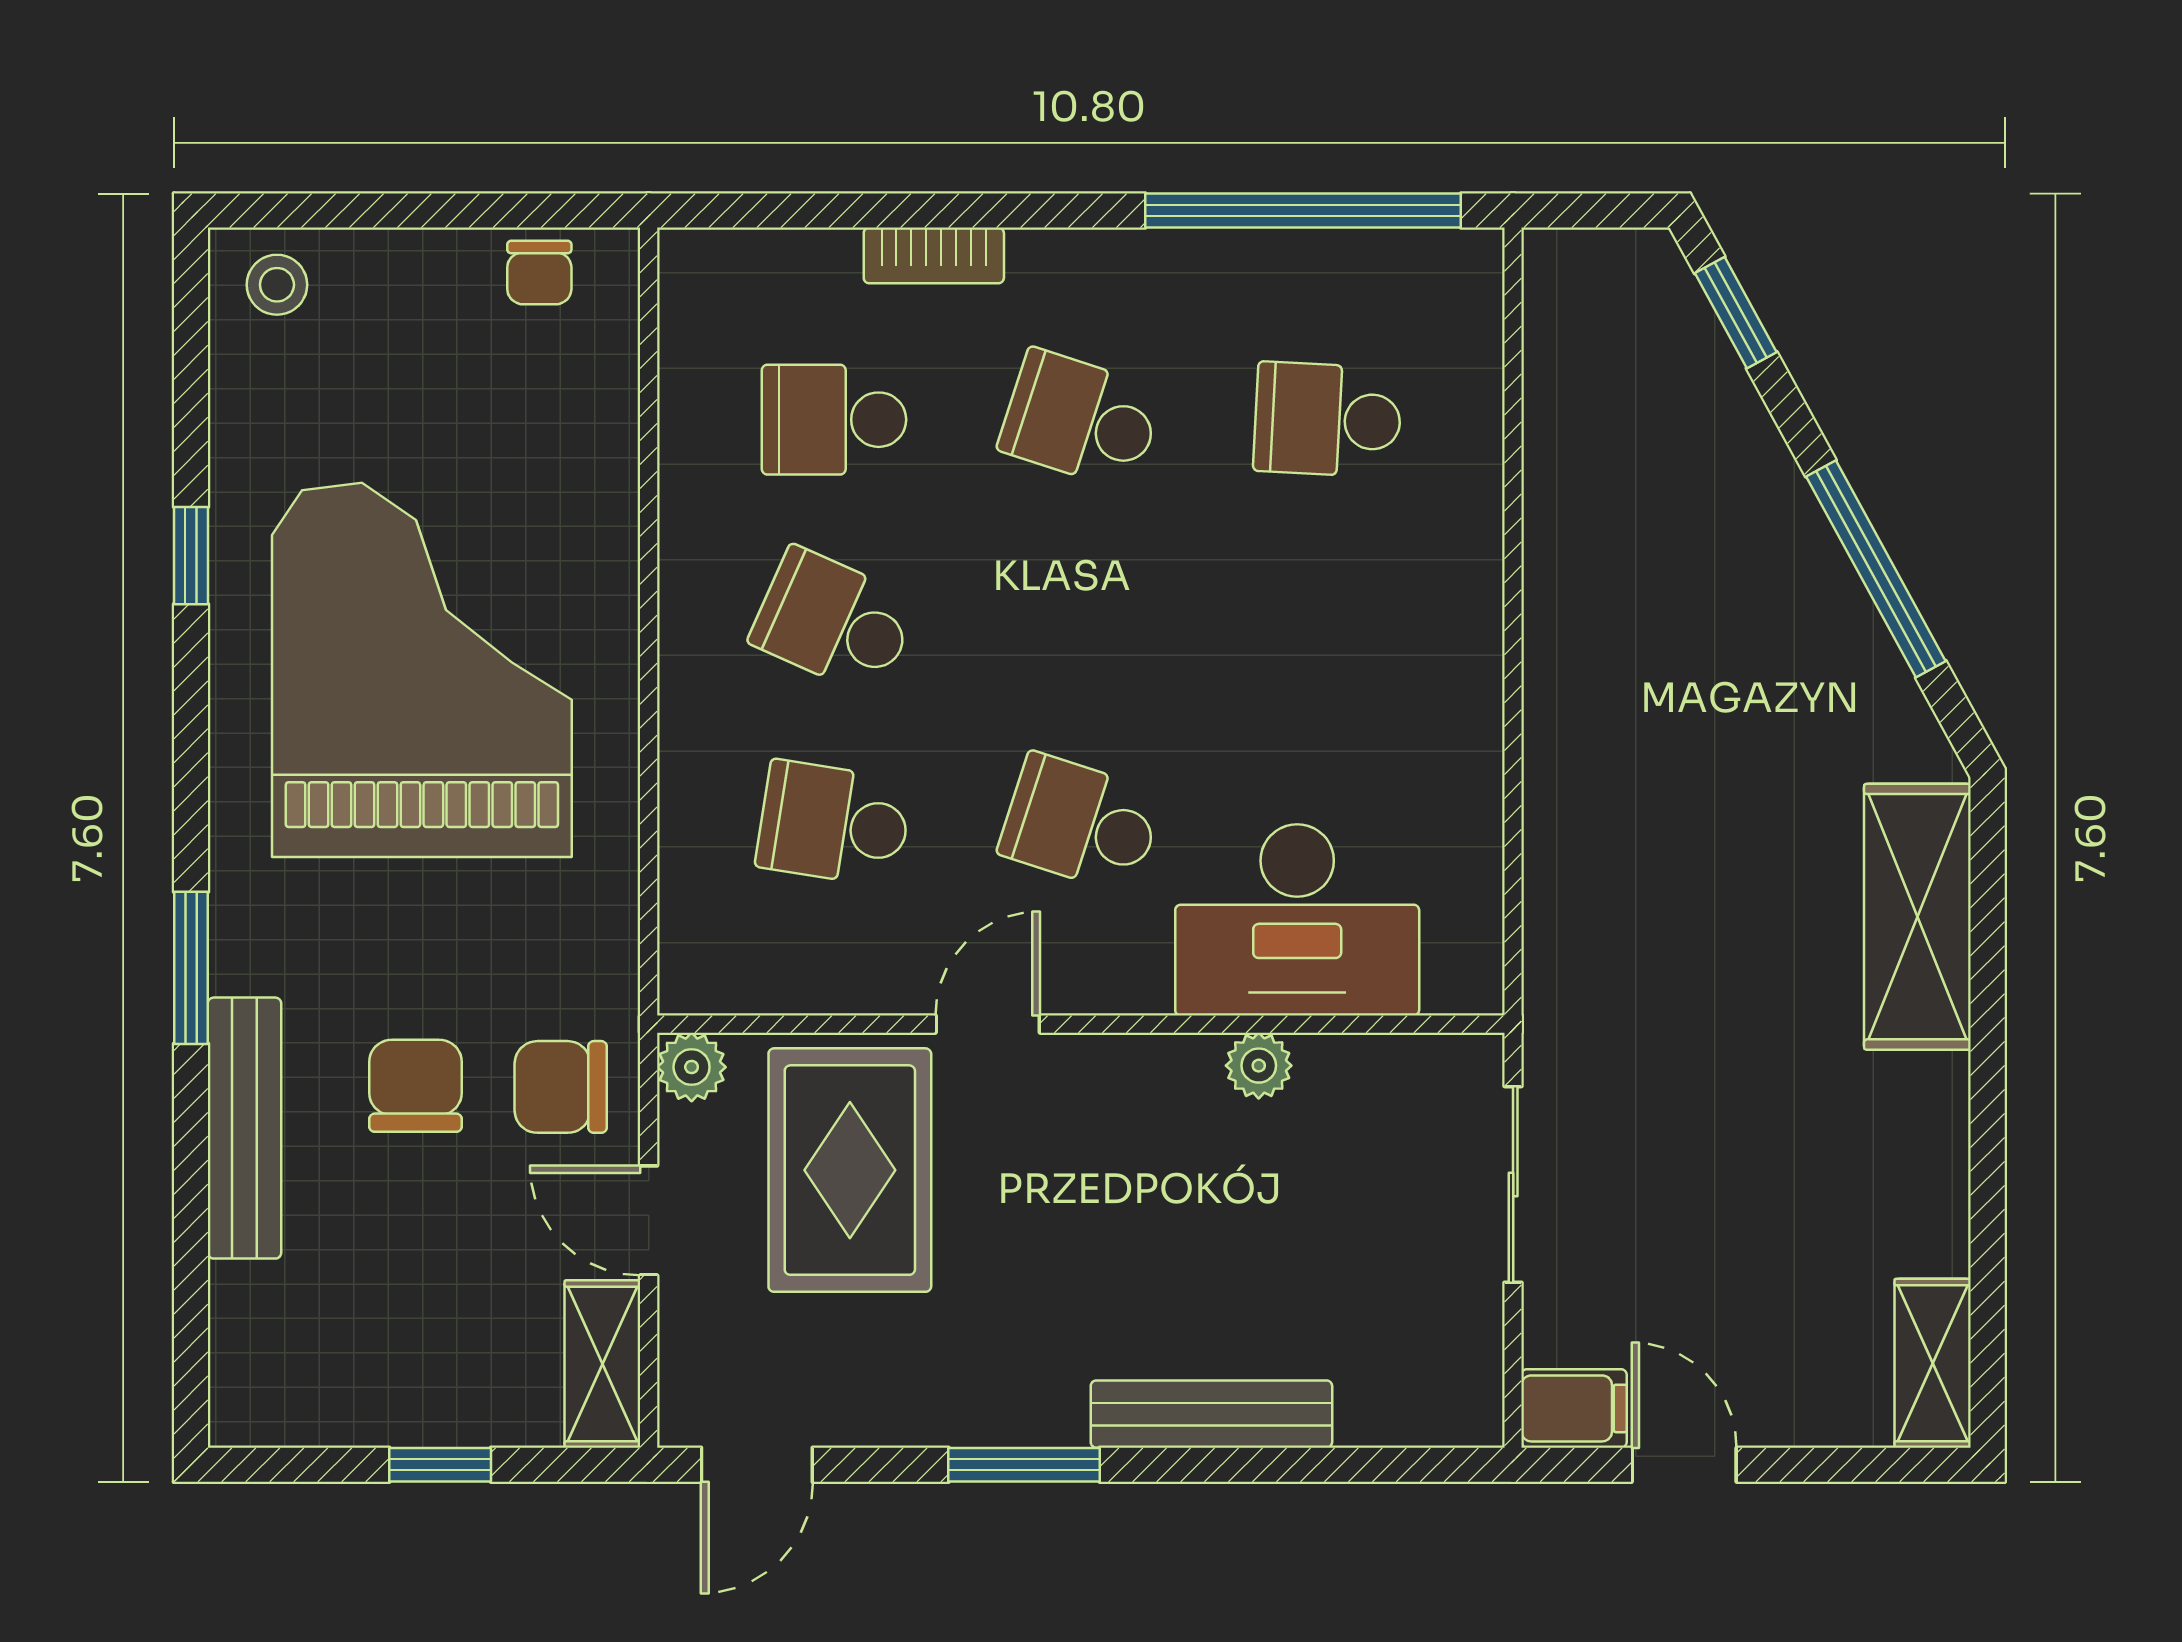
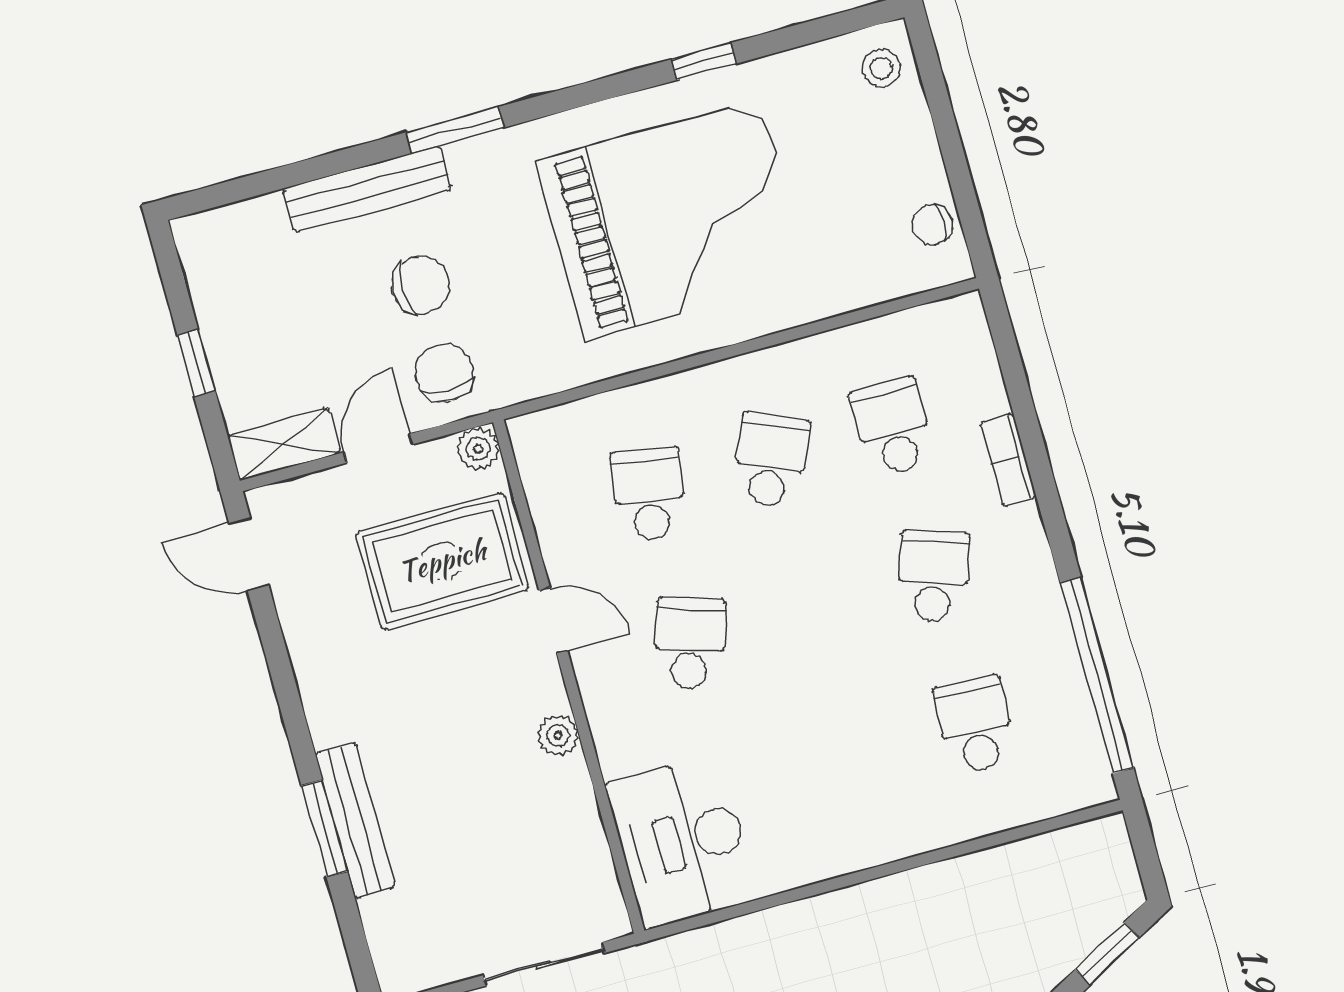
desk: (1297, 920) -> (682, 841), moved
plant: (1259, 1066) -> (558, 735), moved
window: (1024, 1465) -> (324, 828), moved

